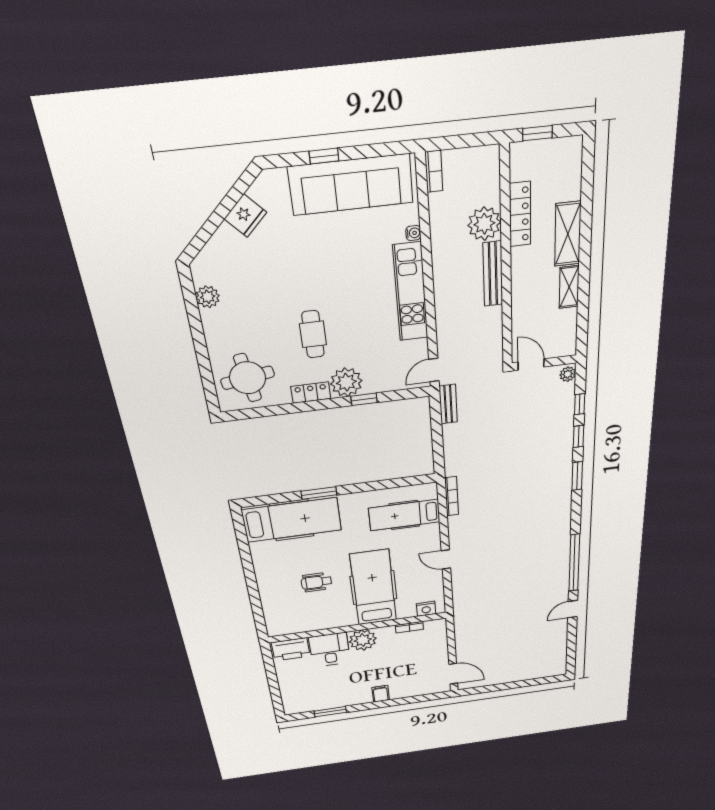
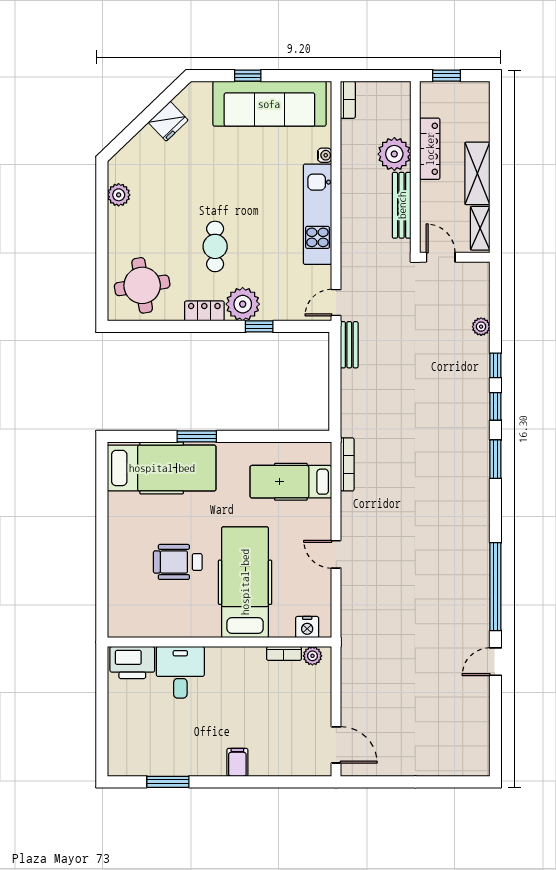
wall: (544, 363) -> (455, 257), moved
door: (531, 365) -> (441, 257), moved
wheelchair: (316, 582) -> (178, 562), width x1.36, depth x1.37
plant: (363, 640) -> (312, 656), moved, width x0.53, depth x0.53

